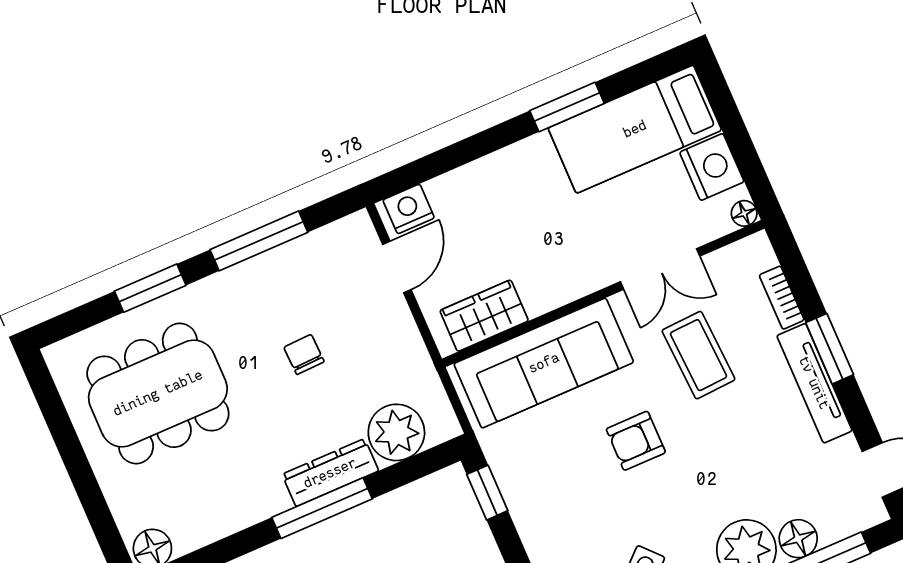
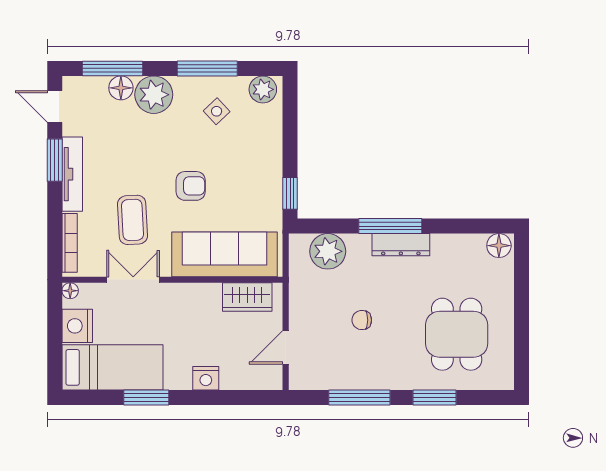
nightstand: (409, 209) -> (206, 378), moved
bookcase: (782, 298) -> (70, 243), width x1.56
window: (830, 349) -> (55, 160), moved
chair: (304, 354) -> (362, 320), turned 92
dining table: (158, 393) -> (457, 334), width x0.73
dresser: (330, 473) -> (401, 245), moved

